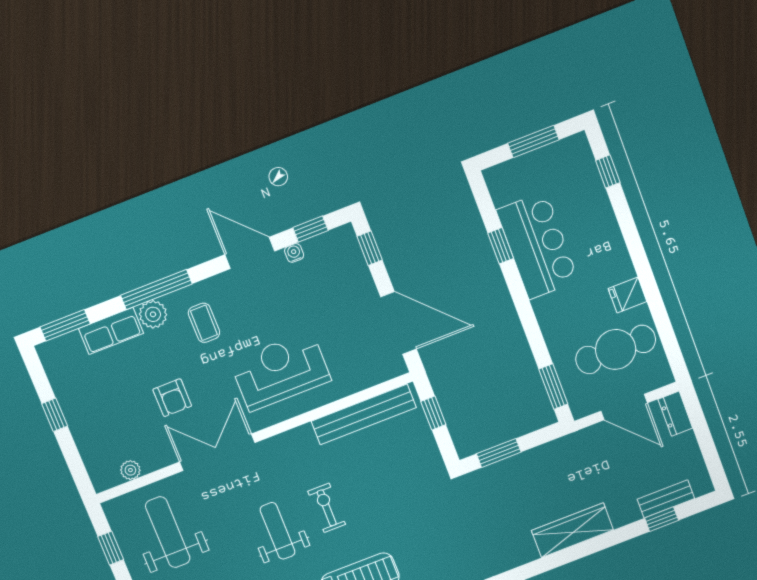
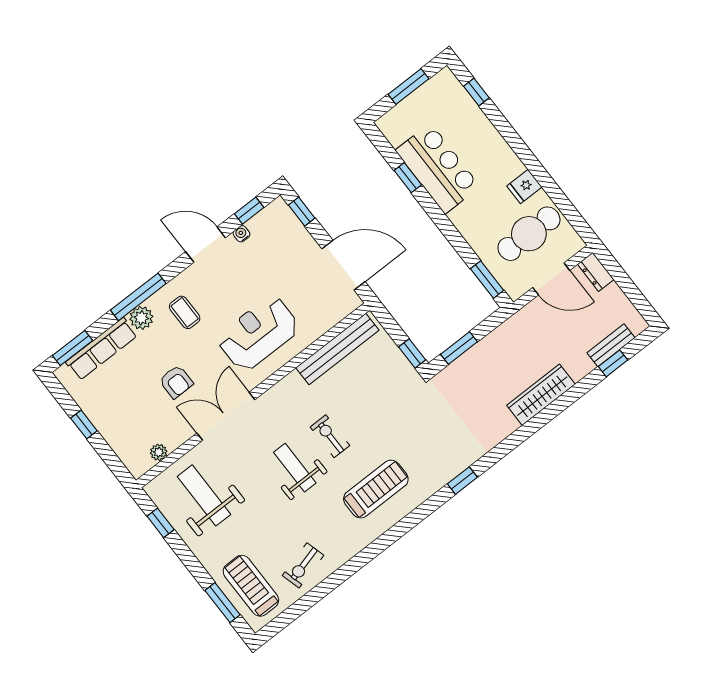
row of seats: (111, 331) -> (102, 349), width x1.48
window: (433, 413) -> (412, 353), moved

